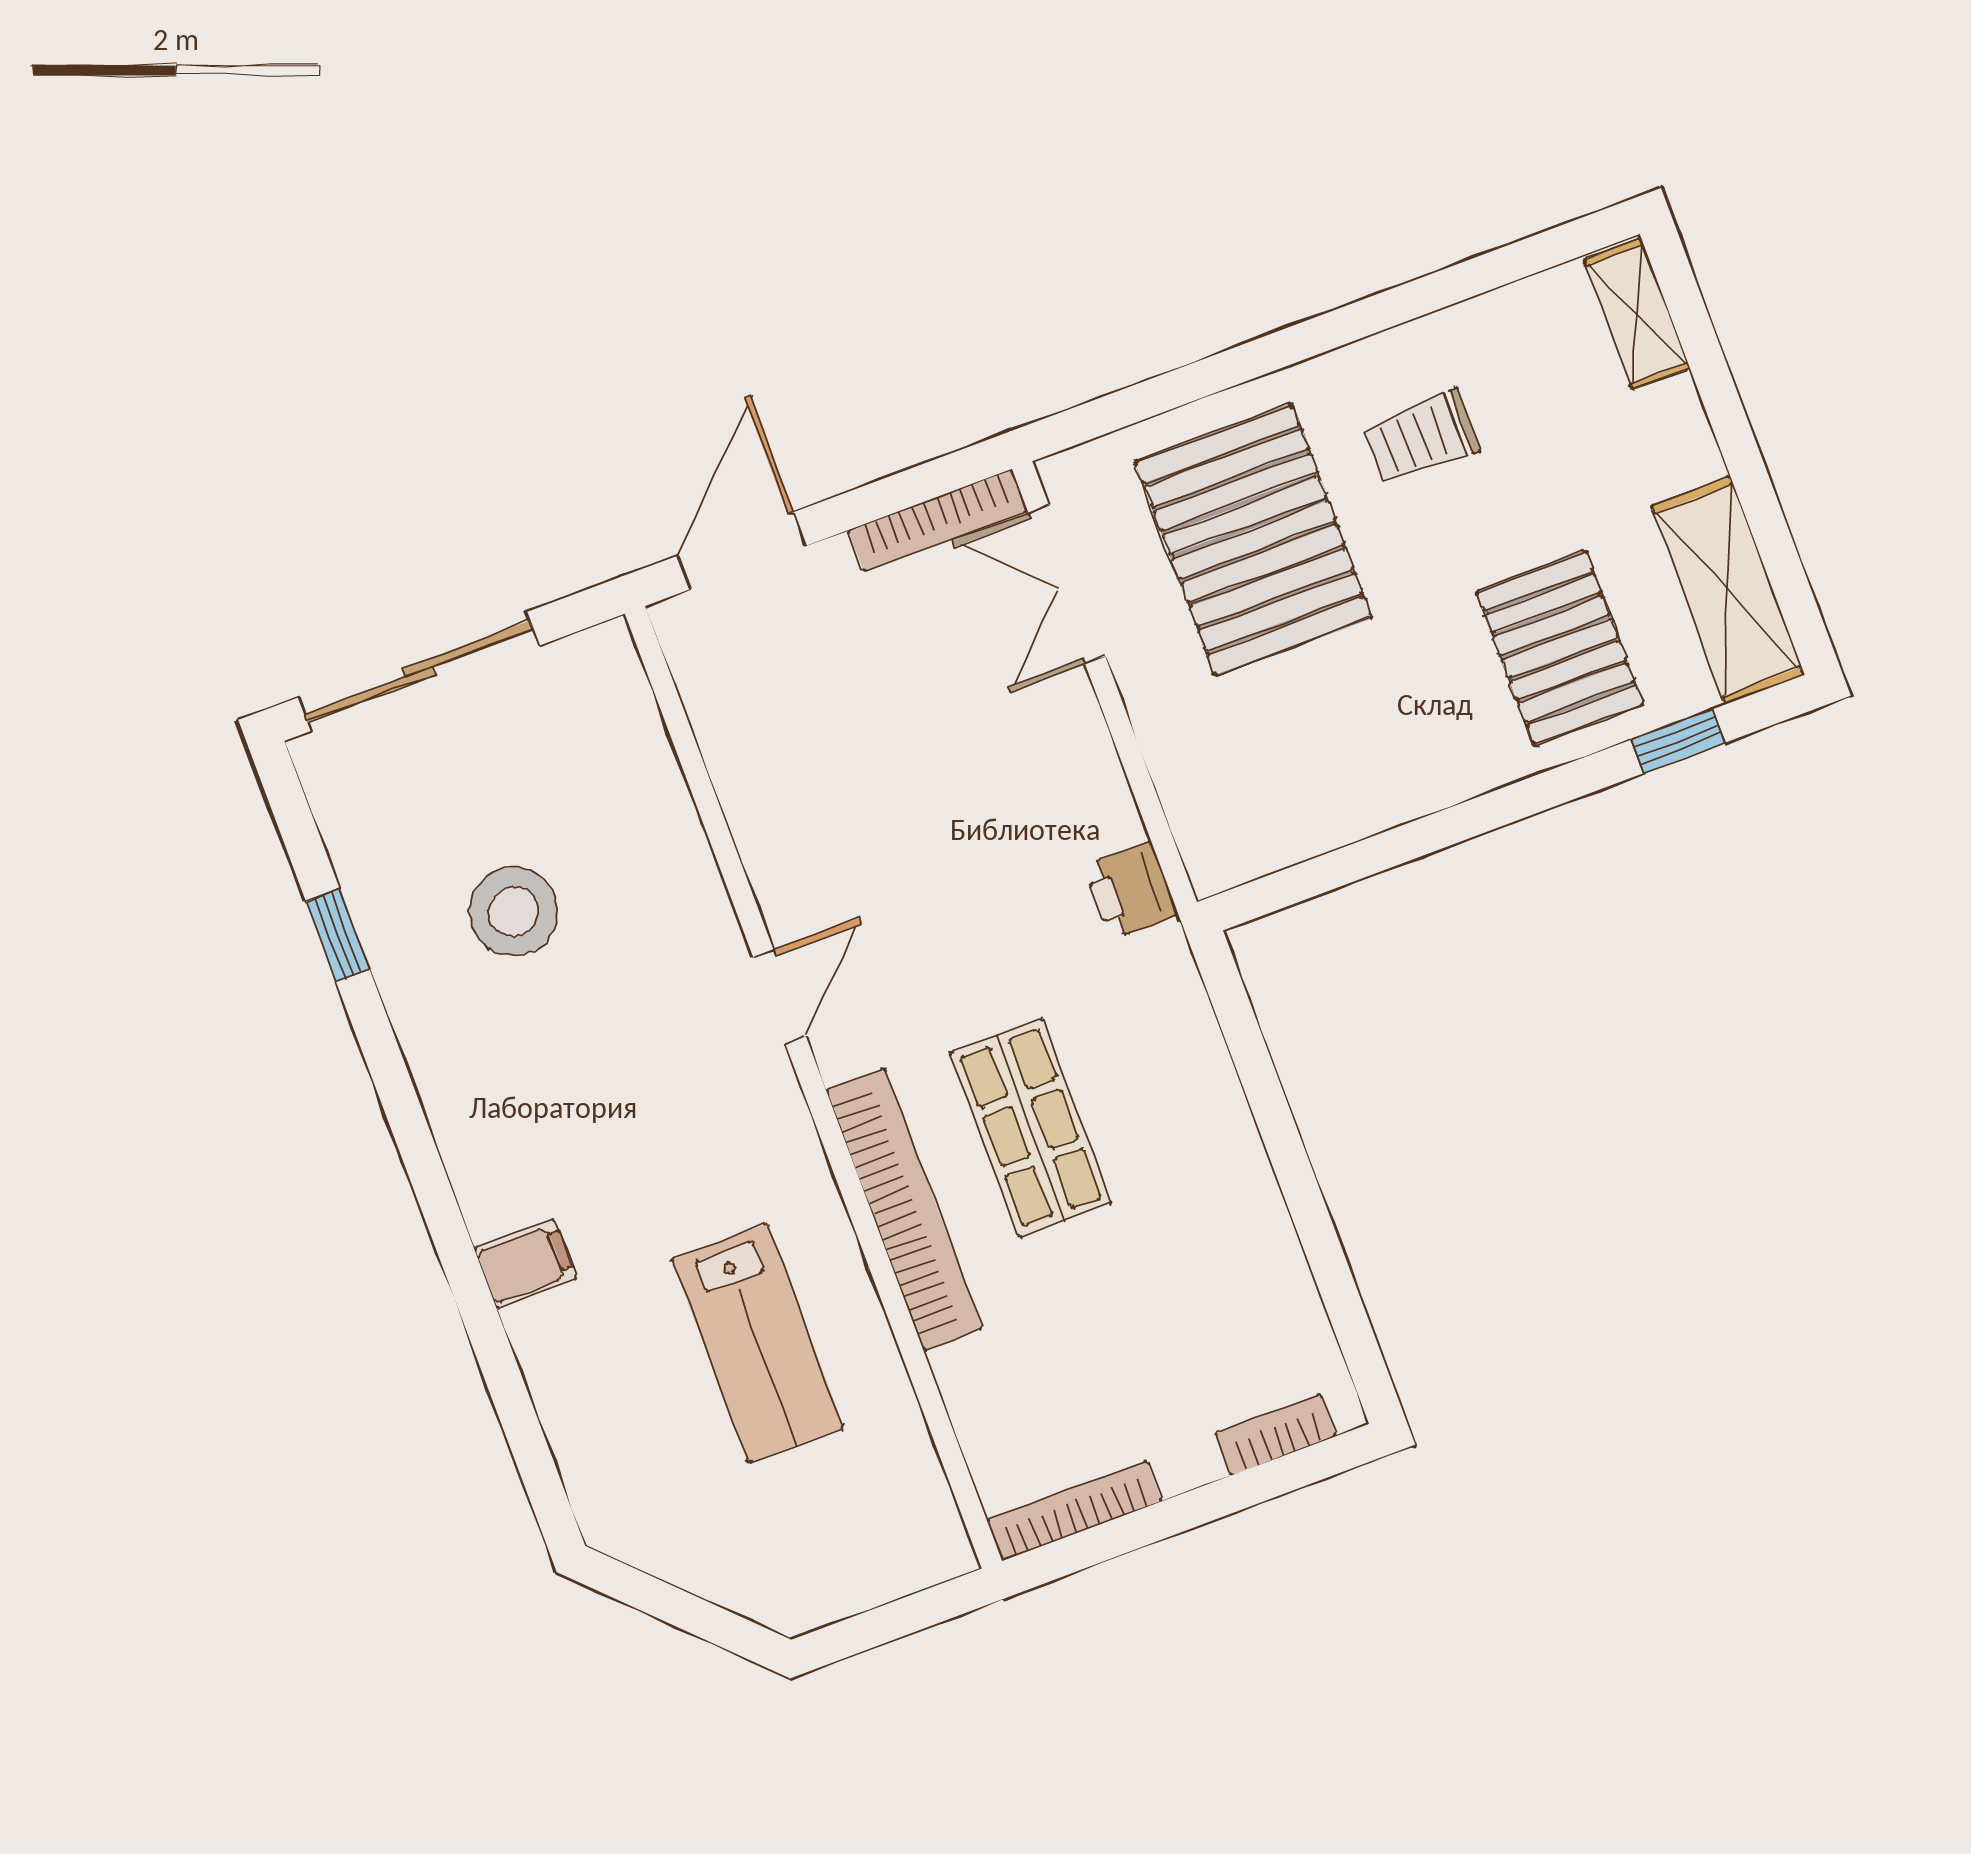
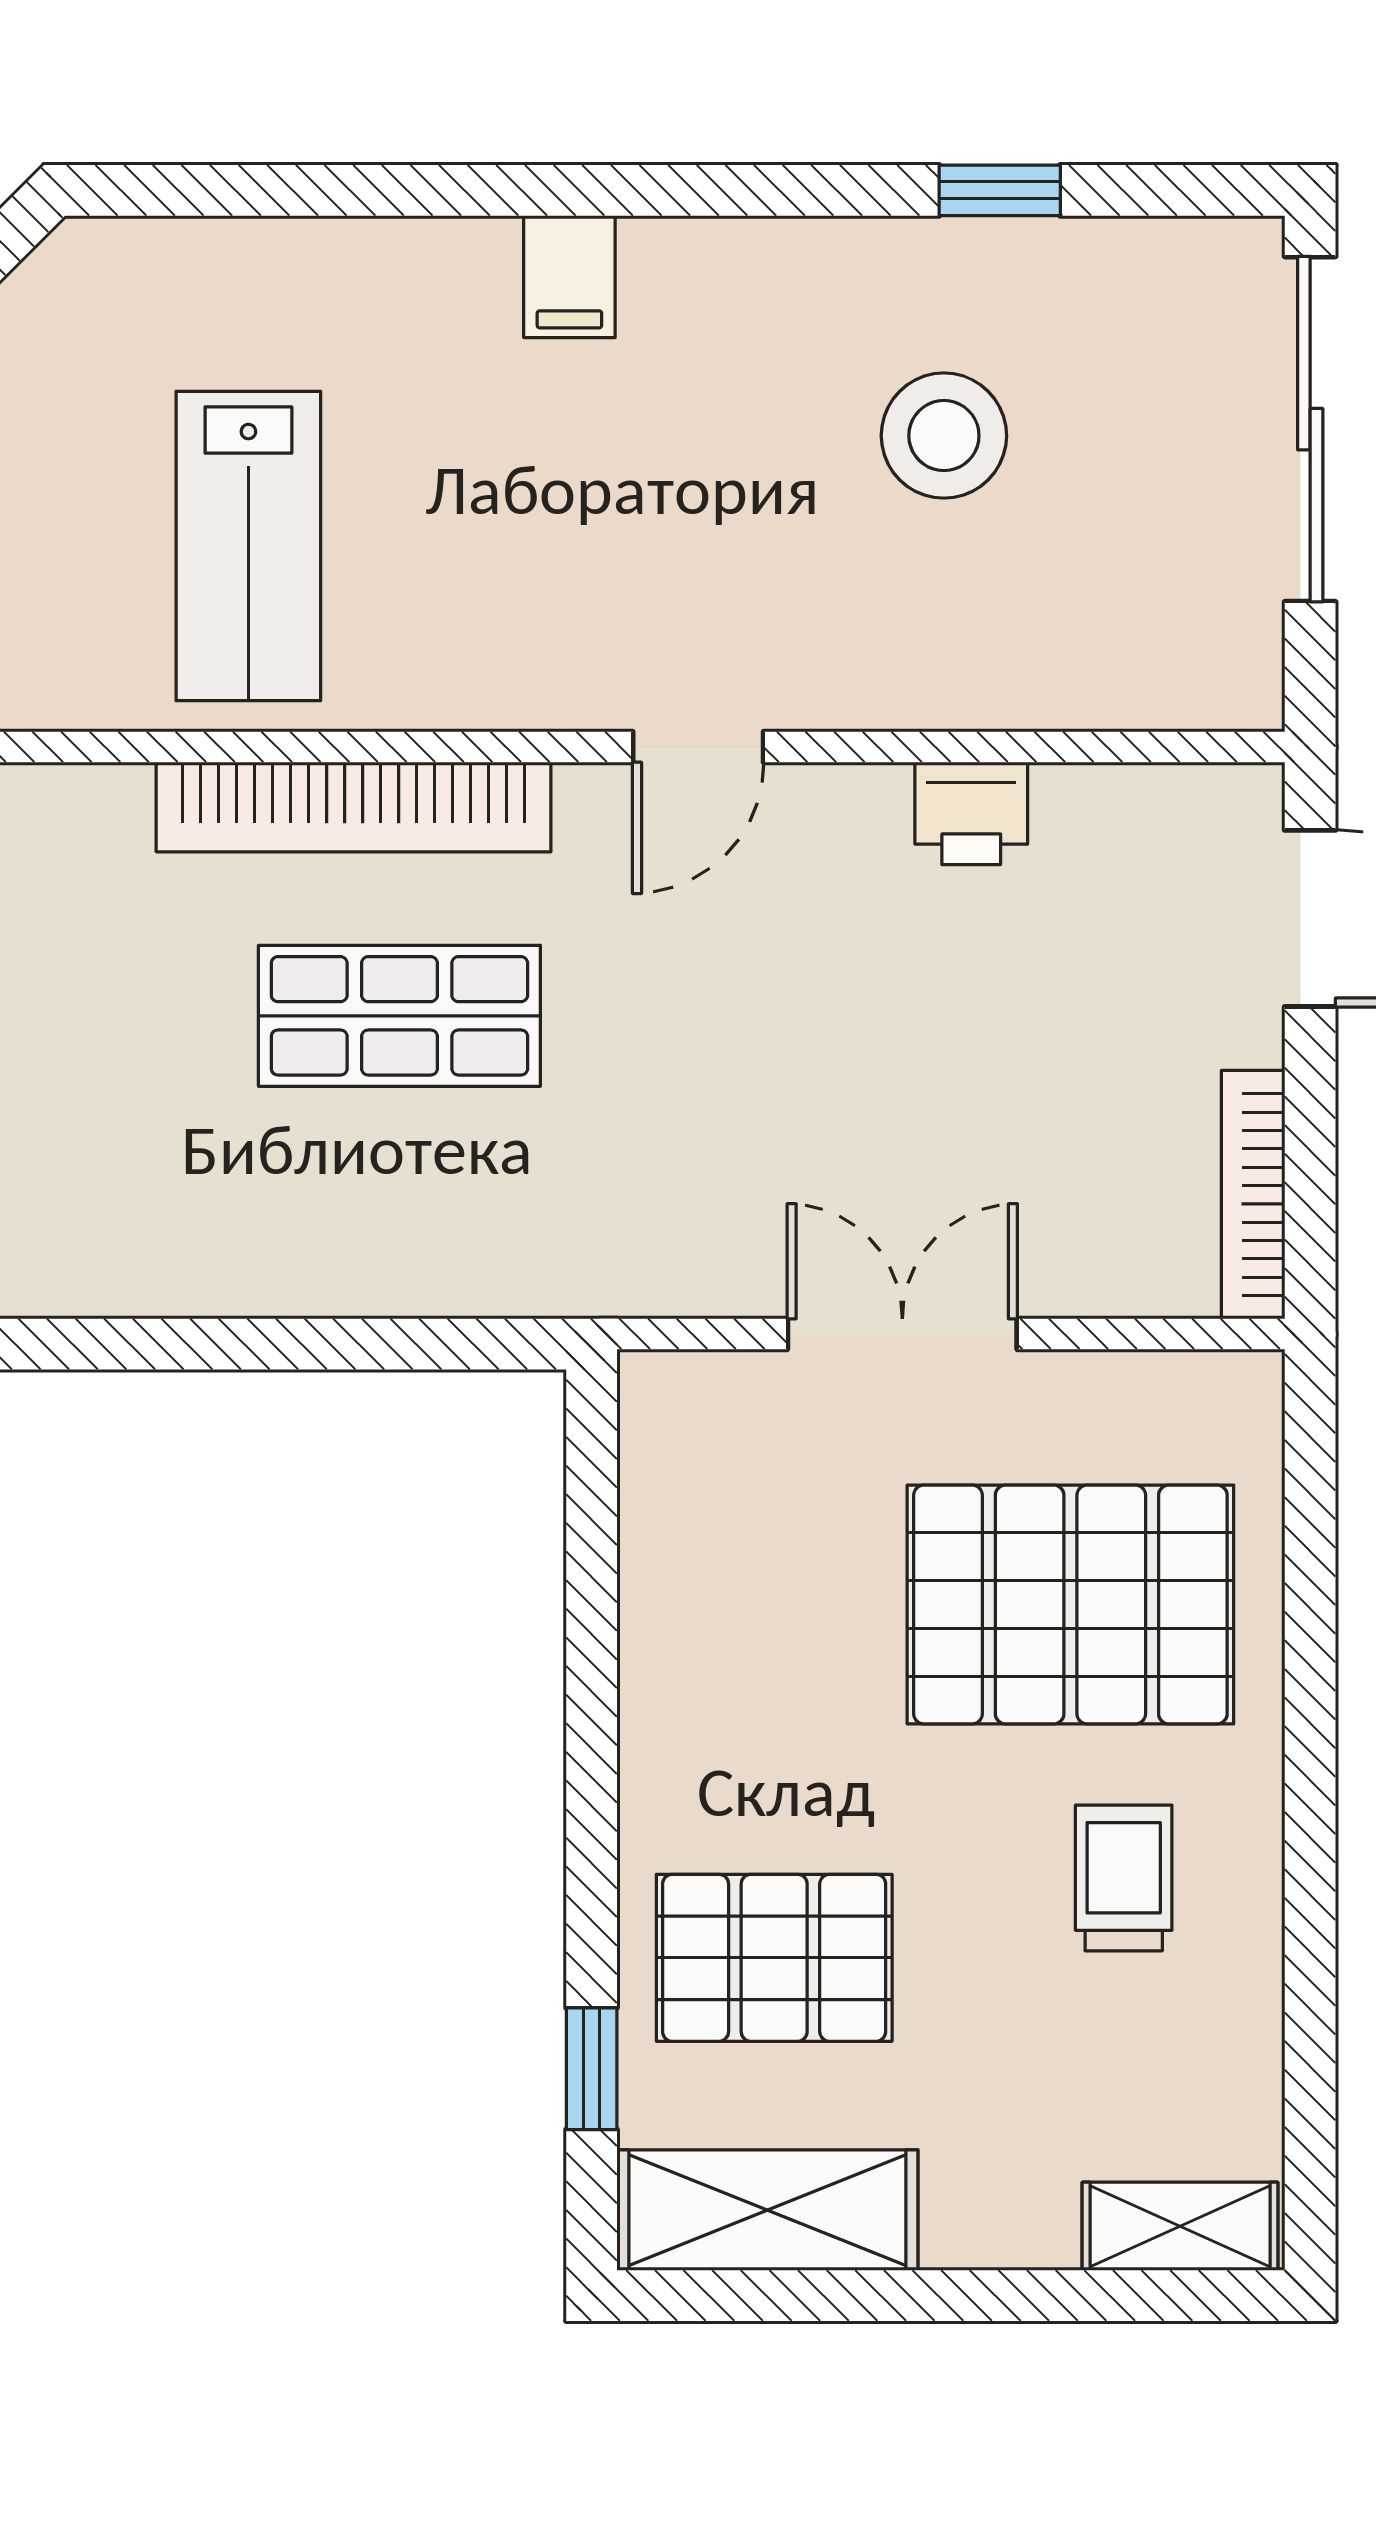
double door: (1067, 585) -> (902, 1334), moved
printer: (1131, 890) -> (971, 813), moved, turned 180
door: (780, 997) -> (698, 747), hinge flipped
filing cabinet: (525, 1264) -> (569, 277), moved
lab bench: (758, 1343) -> (248, 546), turned -90

